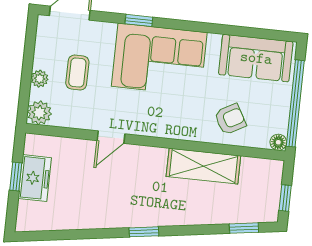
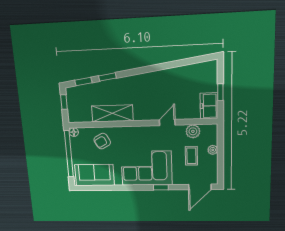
plant: (39, 113) -> (193, 131), moved
freezer: (35, 178) -> (209, 106), moved
window: (144, 232) -> (107, 77), moved

